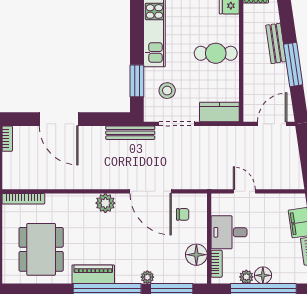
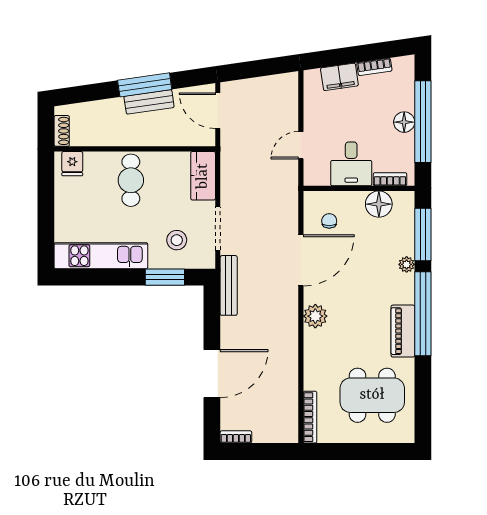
bench: (276, 43) -> (149, 102), moved
plant: (246, 277) -> (406, 143), removed

